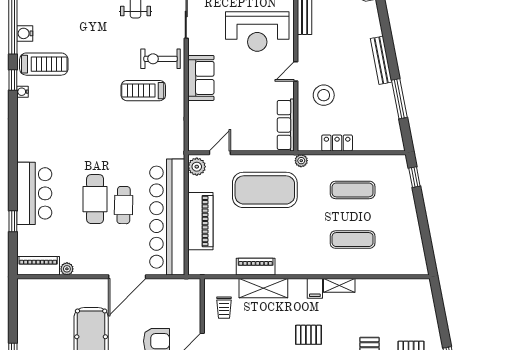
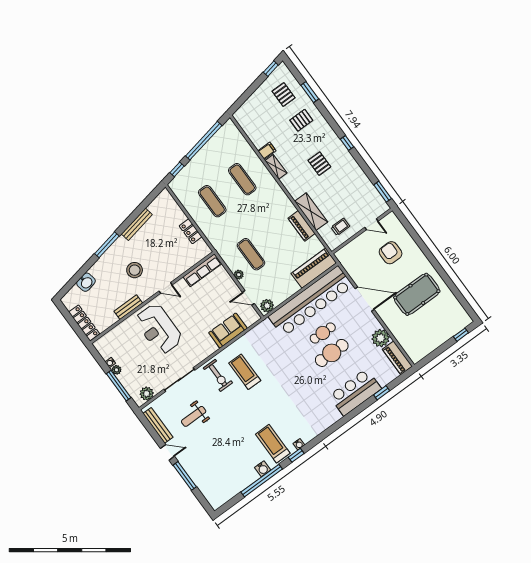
reception desk: (257, 32) -> (159, 329), turned 180
bench: (381, 60) -> (137, 224), moved
sofa: (201, 78) -> (228, 331), moved
treadmill: (143, 91) -> (245, 372), turned 180
stool: (324, 95) -> (135, 270), moved
window: (399, 99) -> (107, 245), moved
plant: (301, 161) -> (239, 275), moved
exercise mat: (265, 190) -> (251, 254), width x0.50, depth x0.69
piano: (200, 221) -> (314, 268), moved
window: (424, 228) -> (204, 141), added
plant: (67, 269) -> (381, 338), width x1.88, depth x1.88
filing cabinet: (315, 288) -> (267, 151), moved

